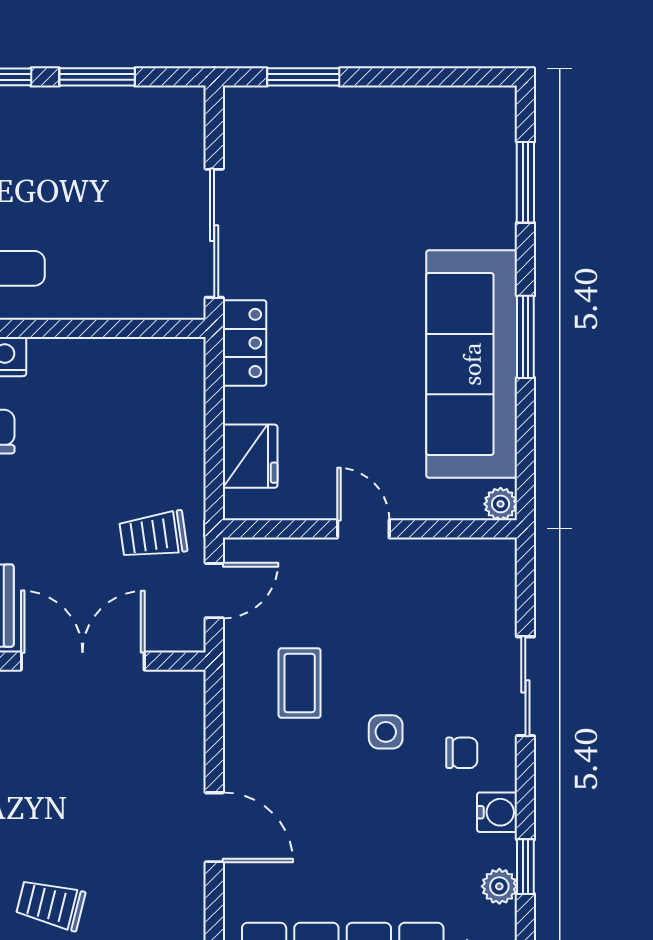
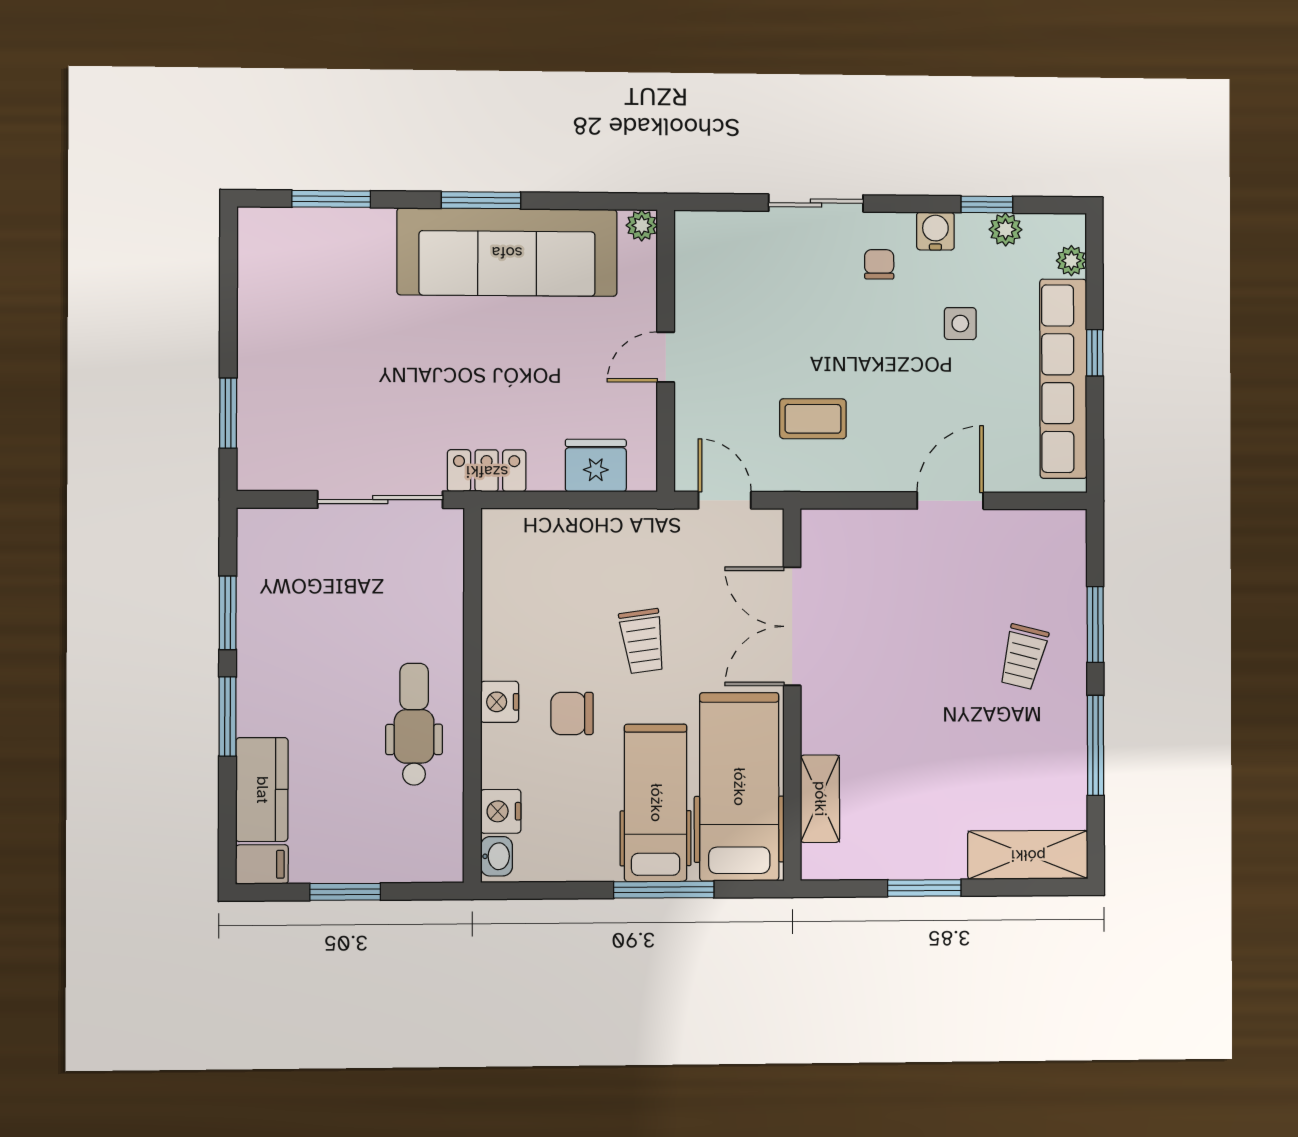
trolley: (153, 535) -> (642, 641), moved
side table: (386, 732) -> (960, 324), moved

